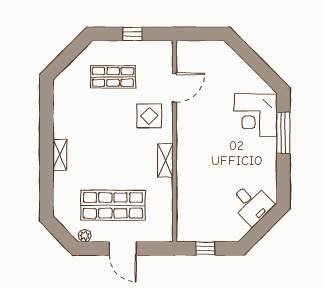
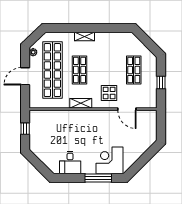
shop shelf: (113, 163) -> (80, 70), added
desk: (252, 204) -> (70, 163), moved, turned -45
shop shelf: (113, 205) -> (52, 70), width x1.40

